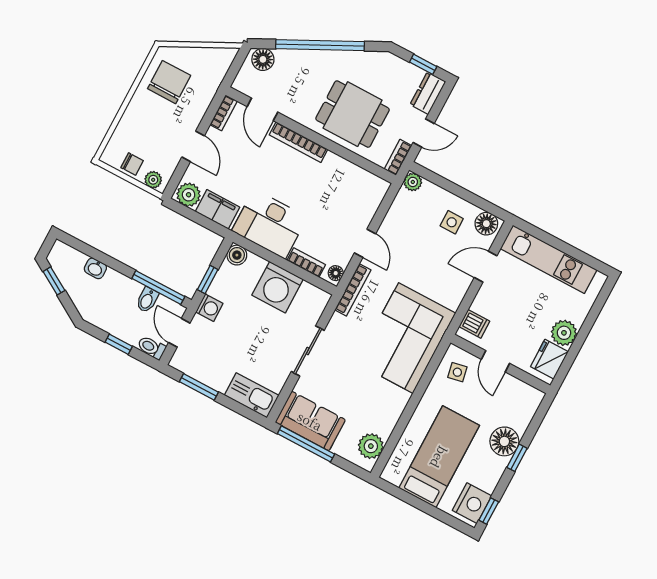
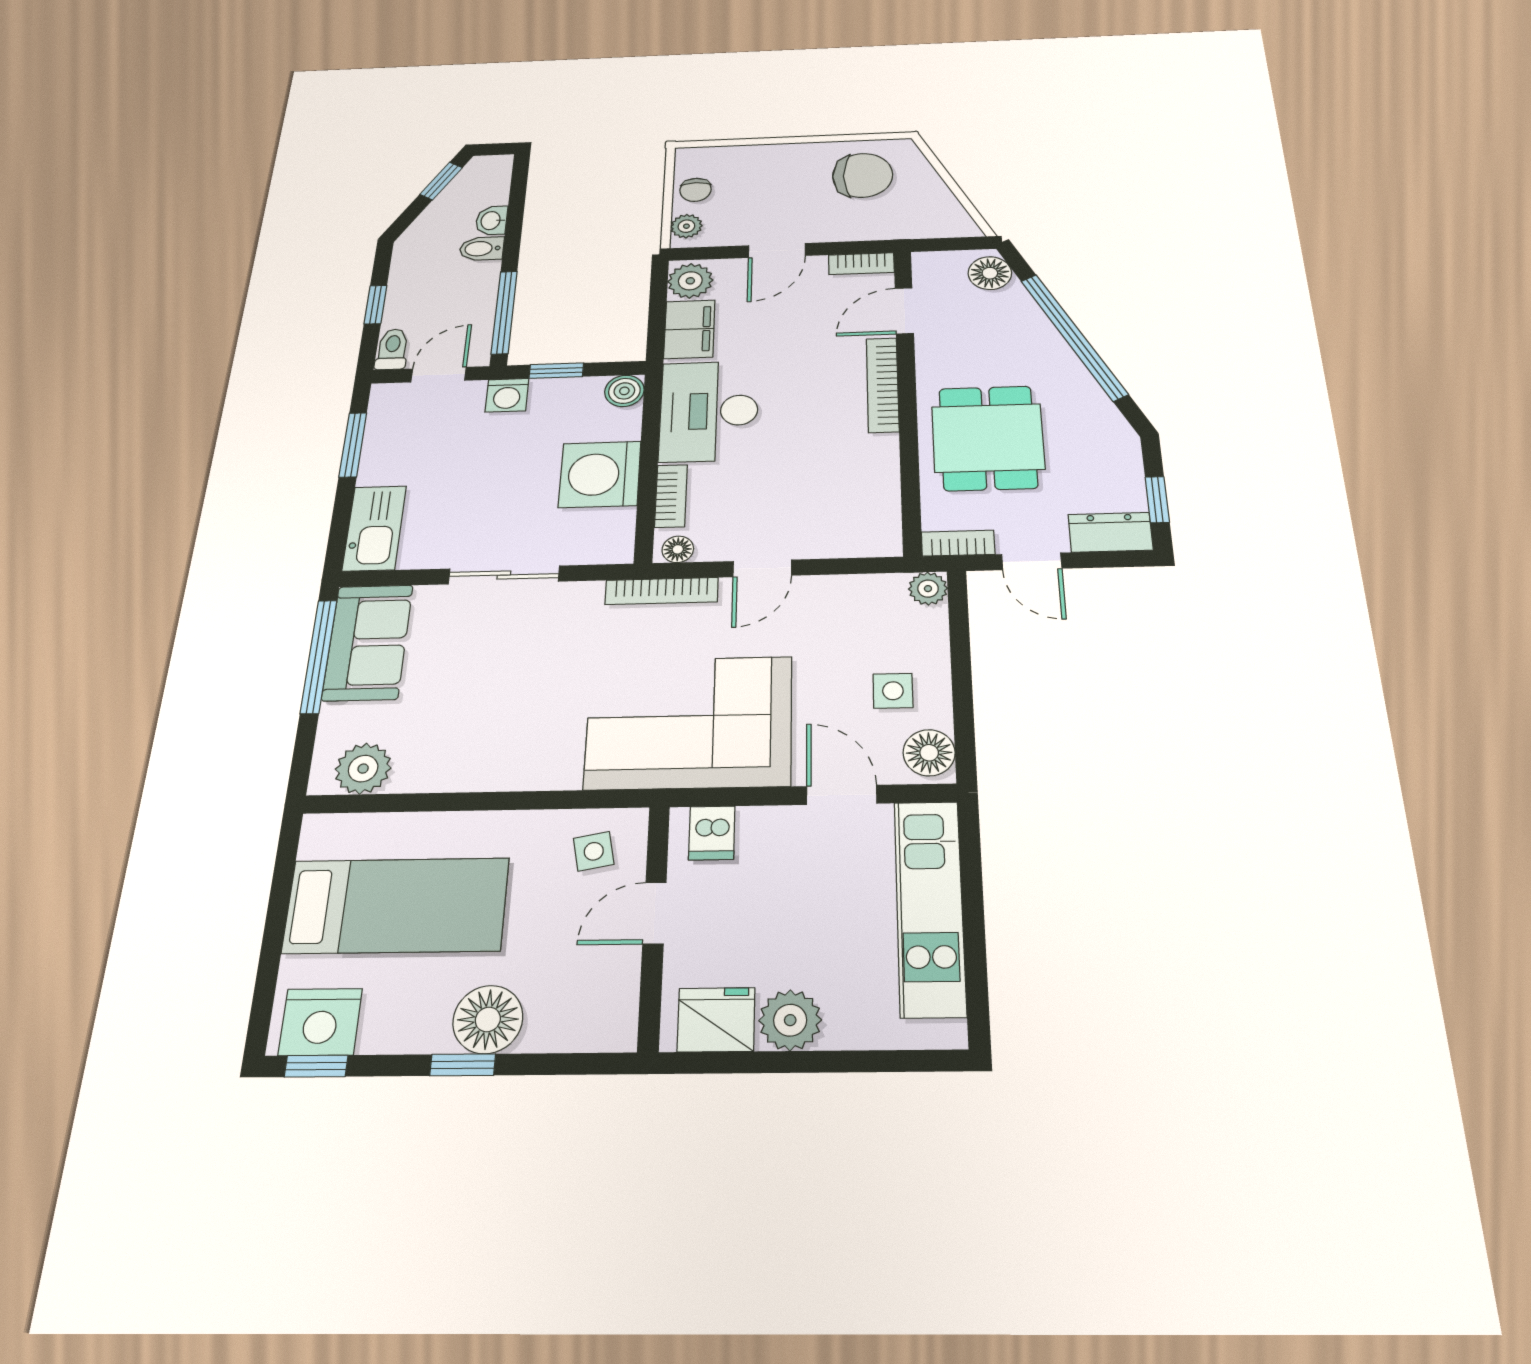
bidet: (147, 300) -> (482, 249), moved
corner sofa: (406, 338) -> (689, 722), moved

